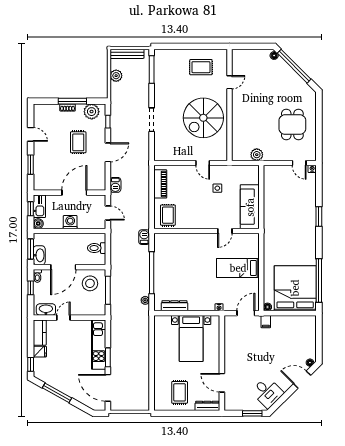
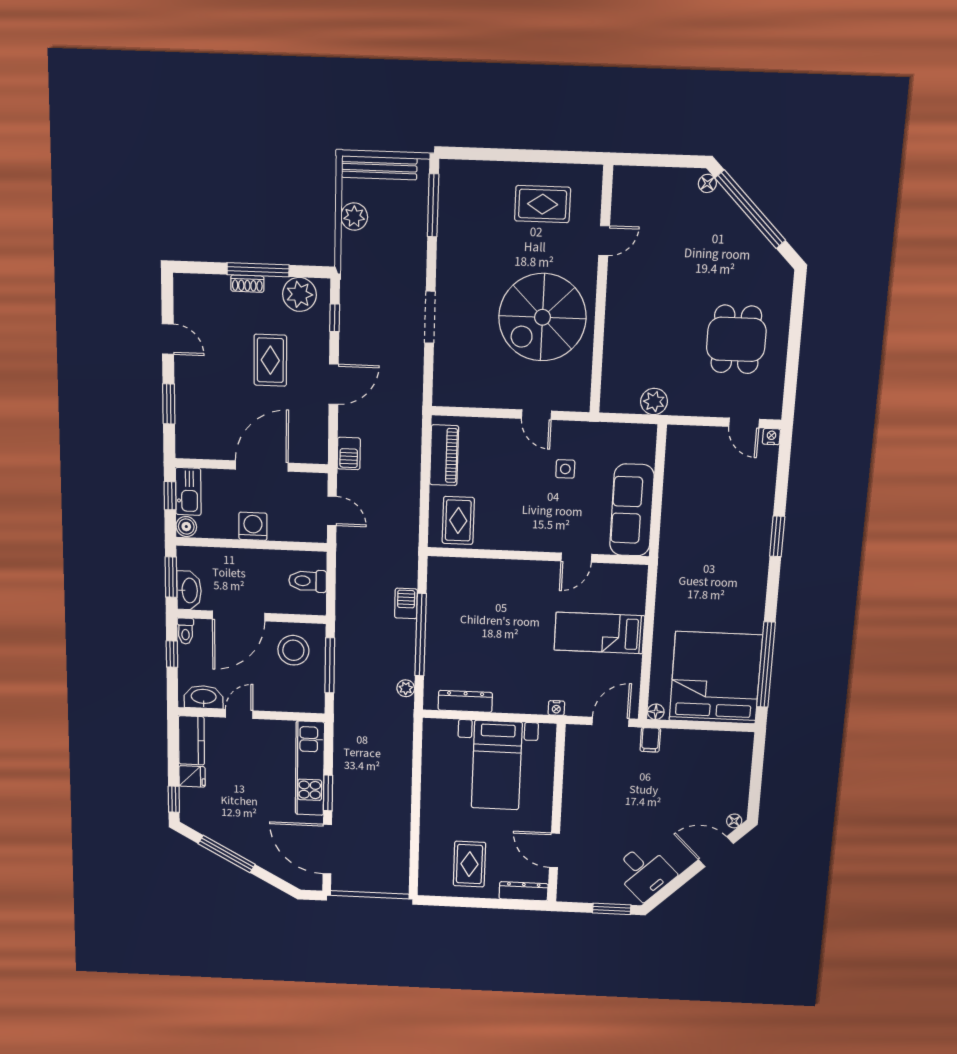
barbecue: (144, 237) -> (406, 603), moved

